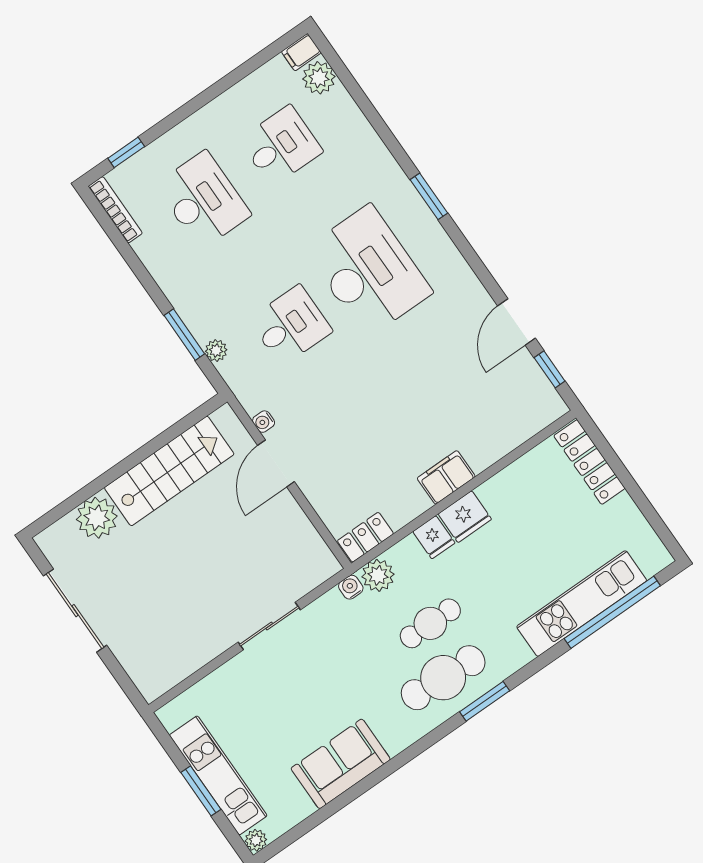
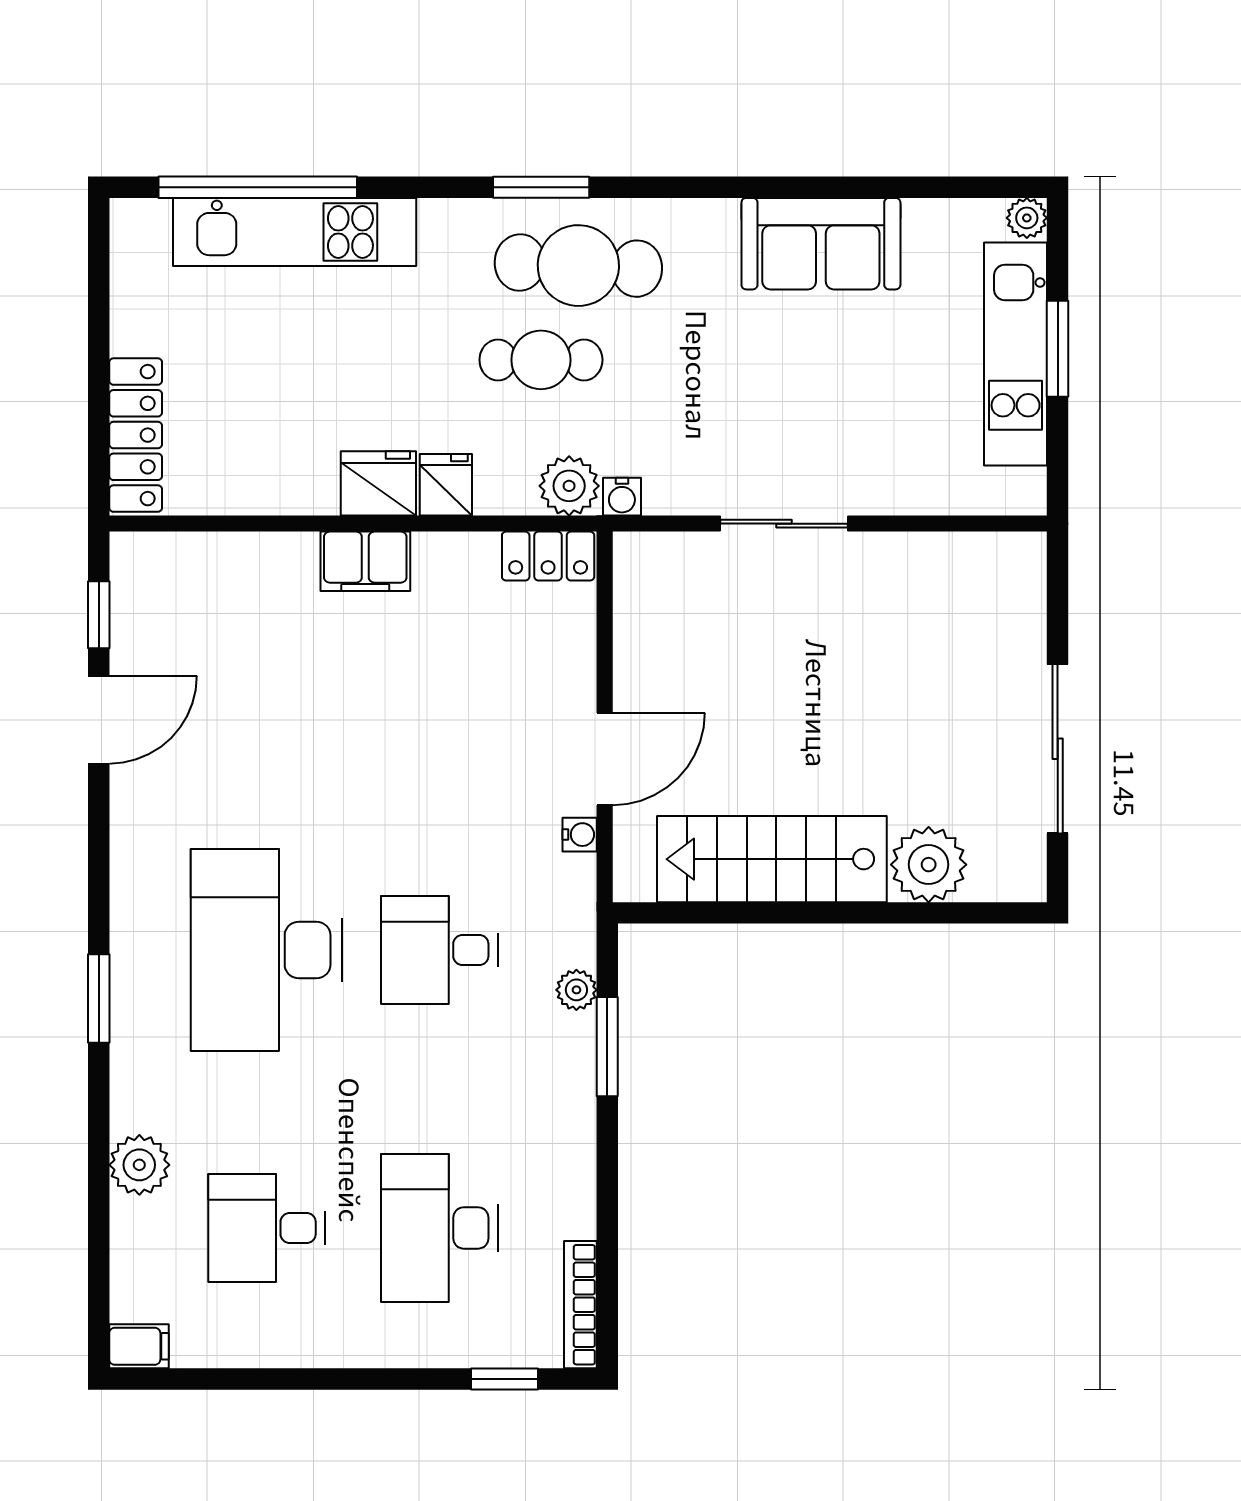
plant: (319, 78) -> (139, 1165), moved

